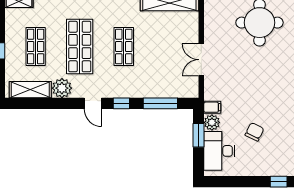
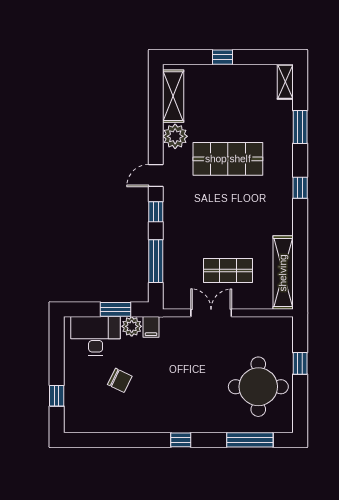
shop shelf: (36, 47) -> (228, 103), removed
shop shelf: (124, 47) -> (228, 271), moved
window: (279, 182) -> (57, 396), moved

